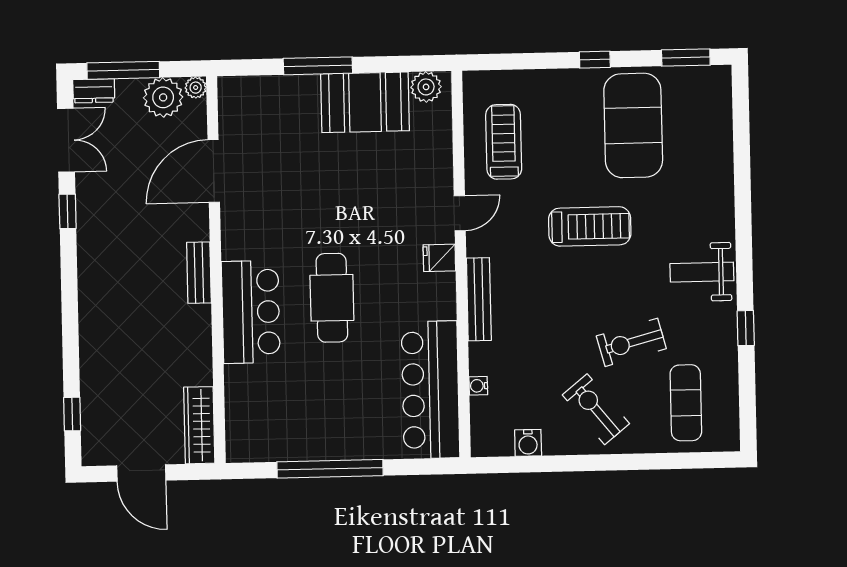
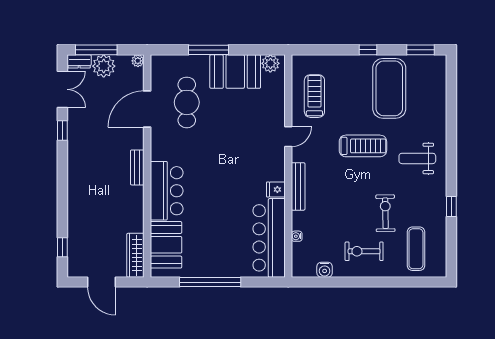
plant: (163, 97) -> (104, 66), moved
fridge: (439, 258) -> (276, 189), moved
weight bench: (702, 272) -> (417, 158), moved
cafe table: (332, 298) -> (187, 102), moved
exercise bike: (631, 342) -> (385, 213), turned 104
booth: (252, 406) -> (166, 245), added
exercise bike: (596, 409) -> (364, 251), turned -51

